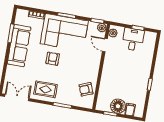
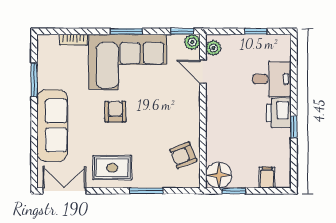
desk: (133, 39) -> (272, 79), moved, turned 90
sofa: (19, 46) -> (52, 125), moved
printer: (143, 75) -> (279, 113), added
floor lamp: (118, 106) -> (219, 175), moved

